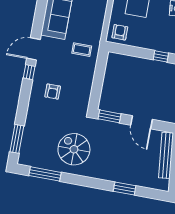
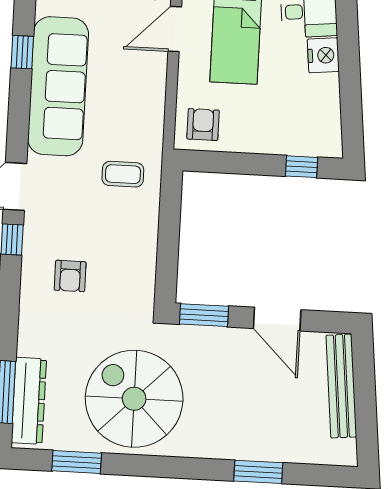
dresser: (27, 144) -> (29, 401), added
spiral stairs: (74, 149) -> (134, 399), width x1.37, depth x1.37
window: (45, 174) -> (77, 462), width x0.69

